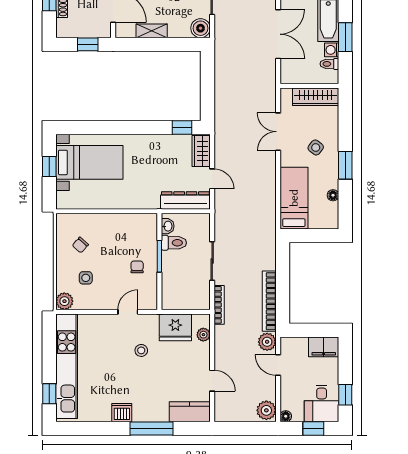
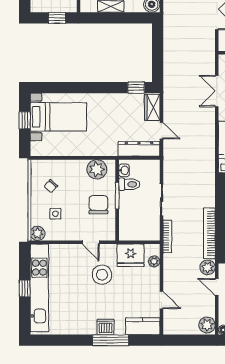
plant: (135, 225) -> (97, 169), added
chair: (137, 267) -> (98, 205), width x1.87, depth x1.87
door: (128, 312) -> (91, 242), swing flipped
stool: (141, 350) -> (102, 275), width x1.89, depth x1.89
window: (49, 394) -> (25, 288), moved
dishwasher: (122, 413) -> (106, 327), moved

